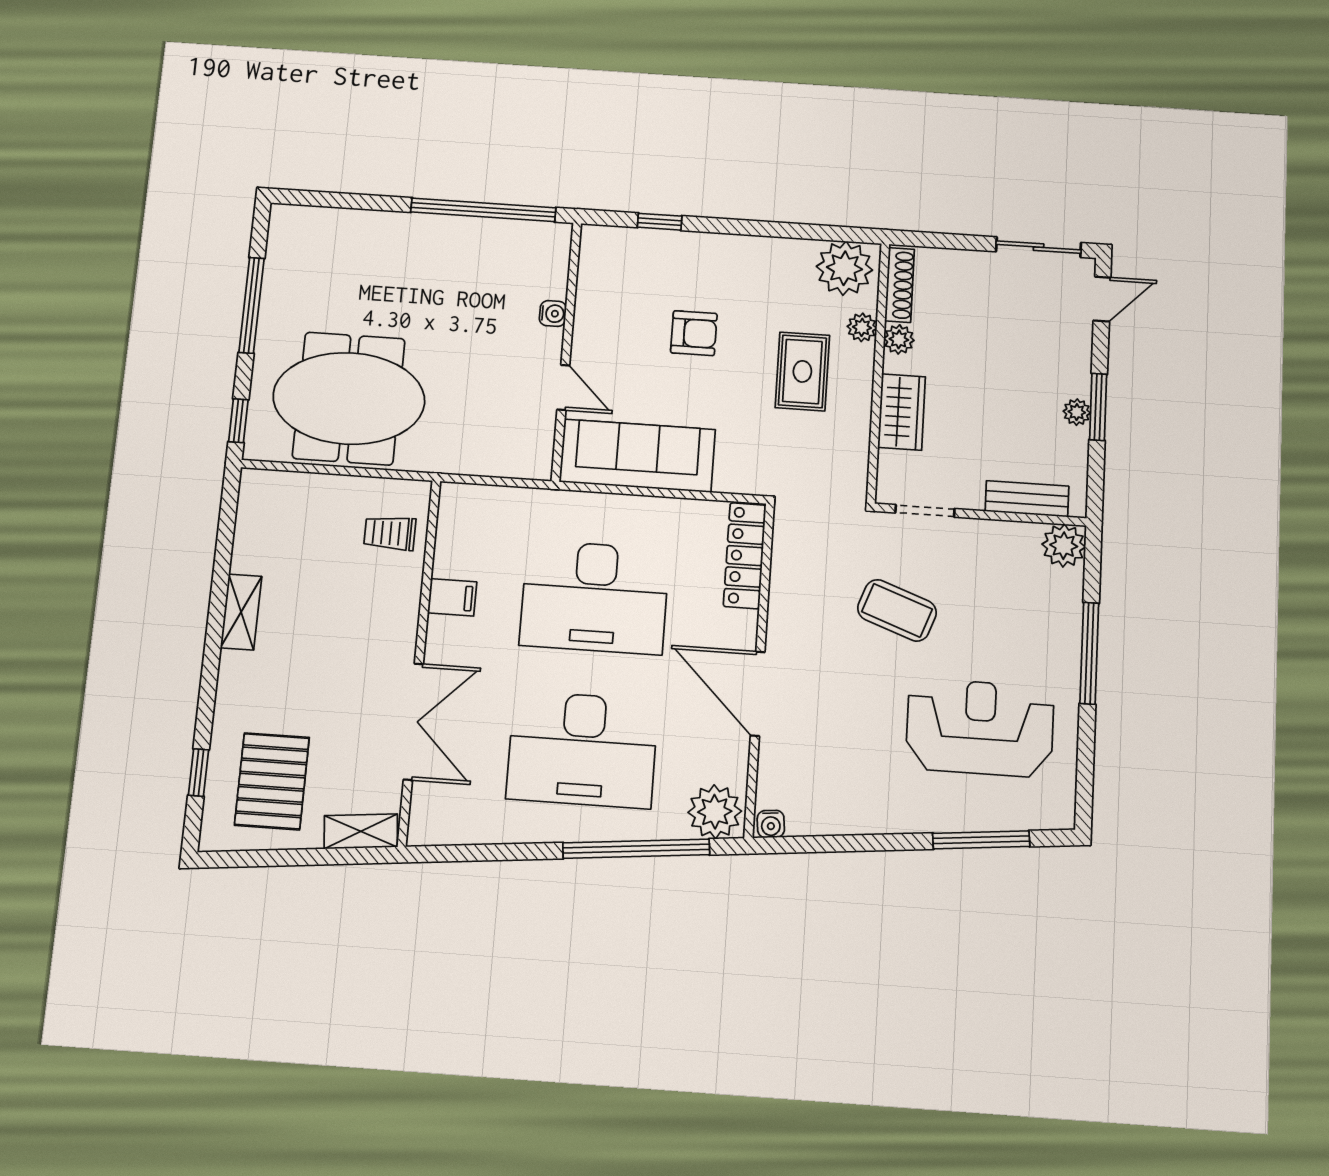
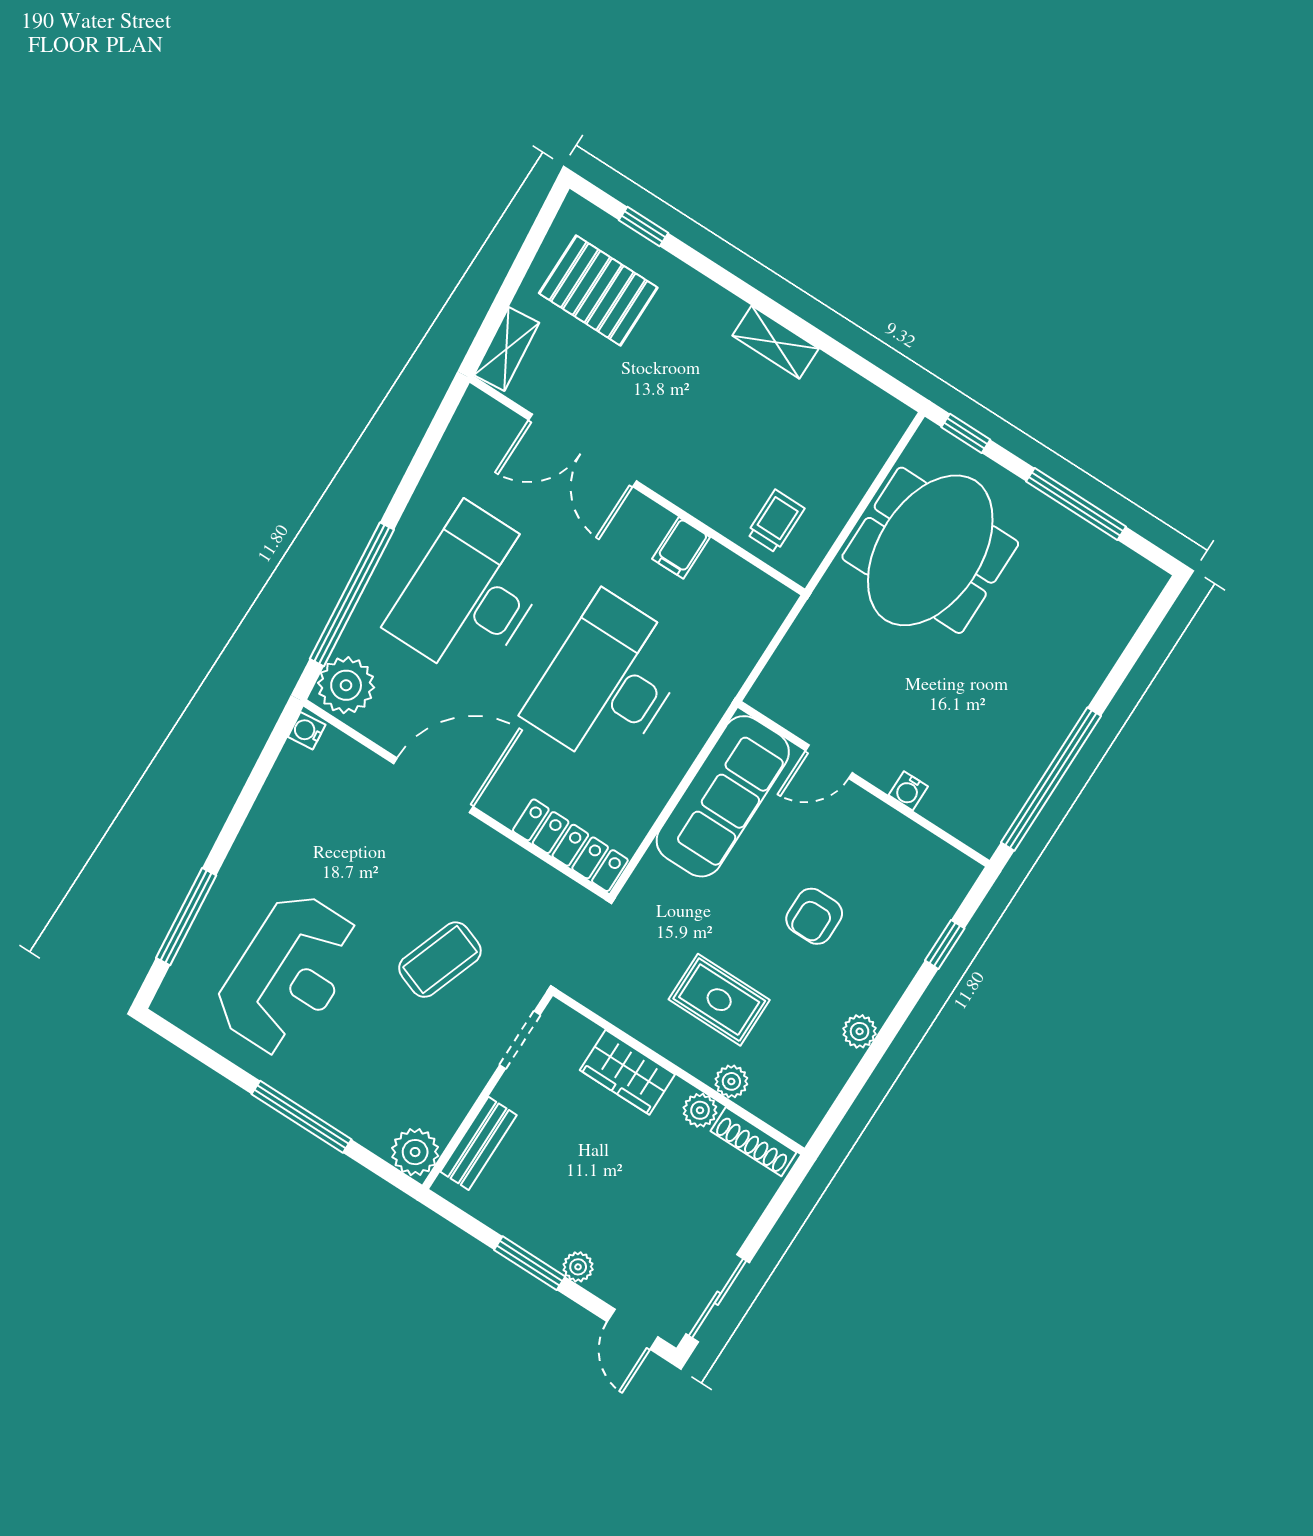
plant: (844, 268) -> (860, 1031), moved, width x0.53, depth x0.53
plant: (1077, 412) -> (578, 1267), moved

